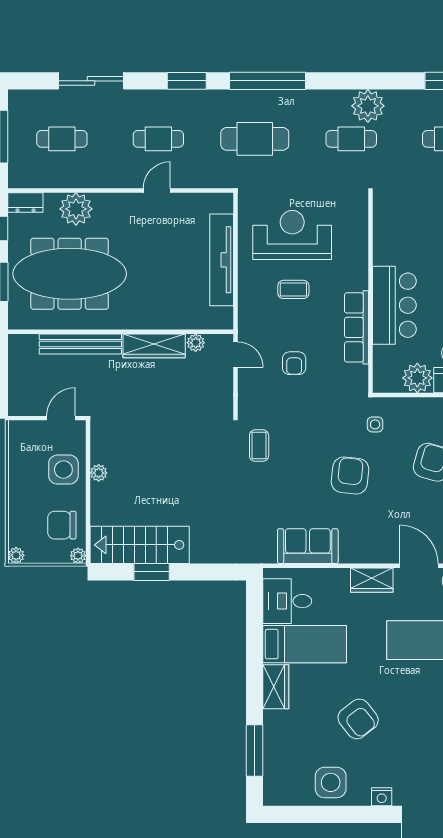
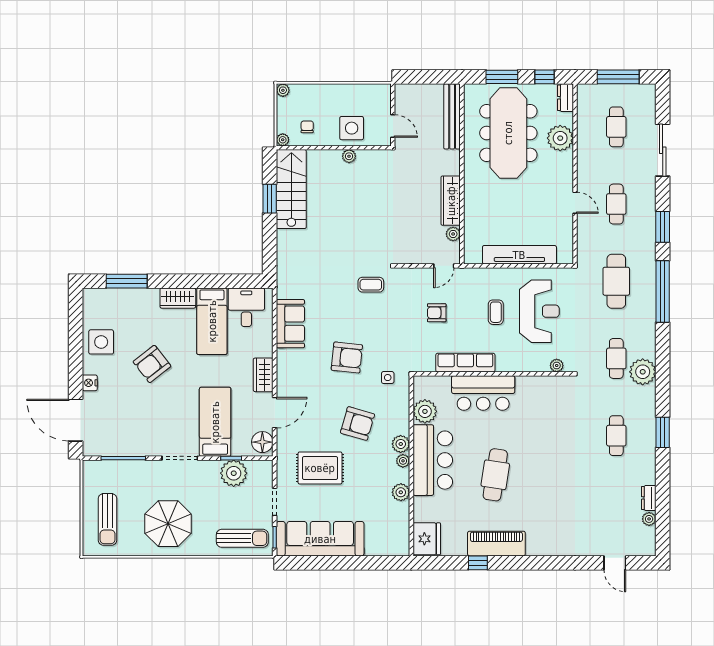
plant: (360, 213) -> (557, 366), added
bench: (80, 344) -> (452, 116), moved
chair: (62, 525) -> (307, 127), width x0.54, depth x0.54

